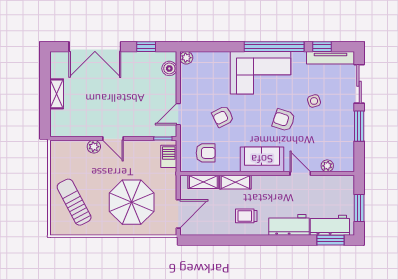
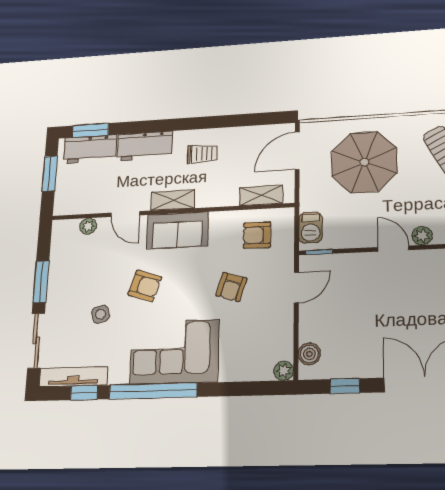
armchair: (223, 117) -> (231, 287), turned 134
shelving: (235, 182) -> (173, 200), moved

